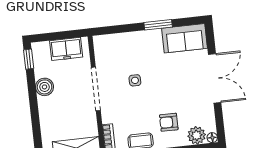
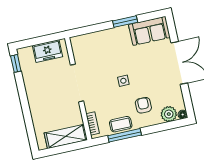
side table: (135, 80) -> (123, 81), moved
boiler: (45, 87) -> (32, 86), removed
armchair: (169, 122) -> (143, 105), turned 90

